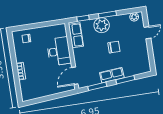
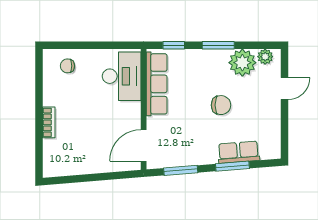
plant: (102, 25) -> (242, 63), moved
row of seats: (76, 35) -> (157, 84), width x1.48
desk: (59, 51) -> (122, 76), moved
row of seats: (112, 75) -> (239, 152), moved

